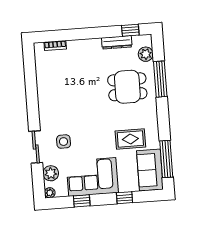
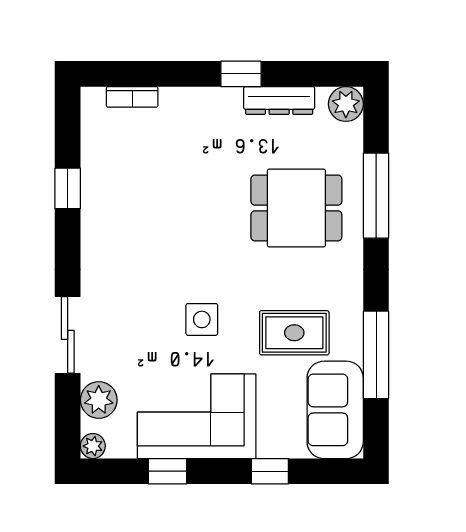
window: (130, 30) -> (241, 74), moved
plant: (146, 54) -> (346, 104), moved
window: (31, 86) -> (68, 188), added
side table: (64, 142) -> (202, 319), moved
window: (166, 159) -> (376, 355), moved

